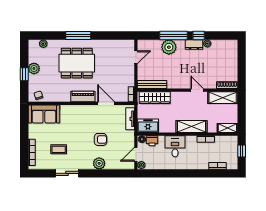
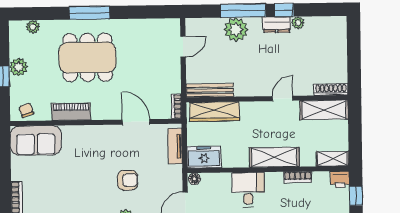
door: (197, 90) -> (282, 98), hinge flipped
piano: (83, 97) -> (71, 112), moved
printer: (152, 141) -> (340, 179), moved
coffee table: (59, 149) -> (60, 197), removed

